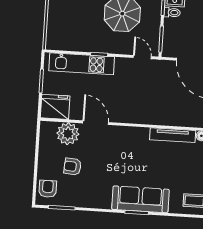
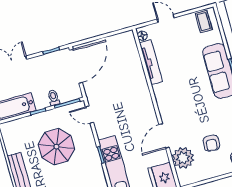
toilet: (172, 13) -> (54, 98), moved
door: (142, 57) -> (90, 115), hinge flipped

